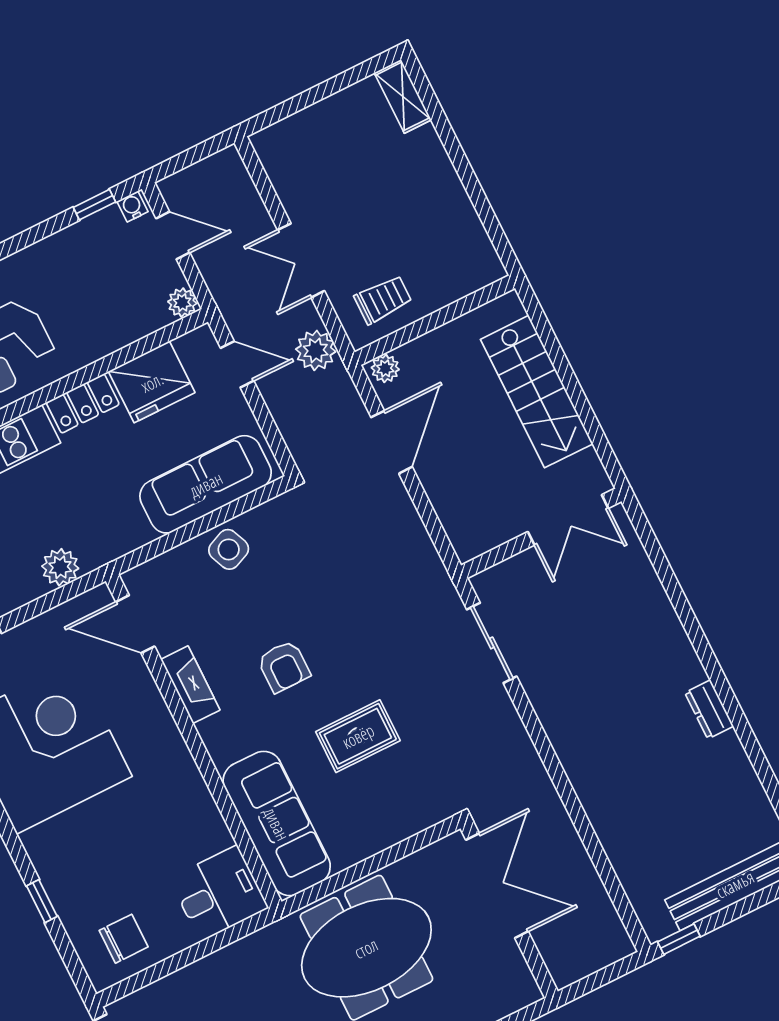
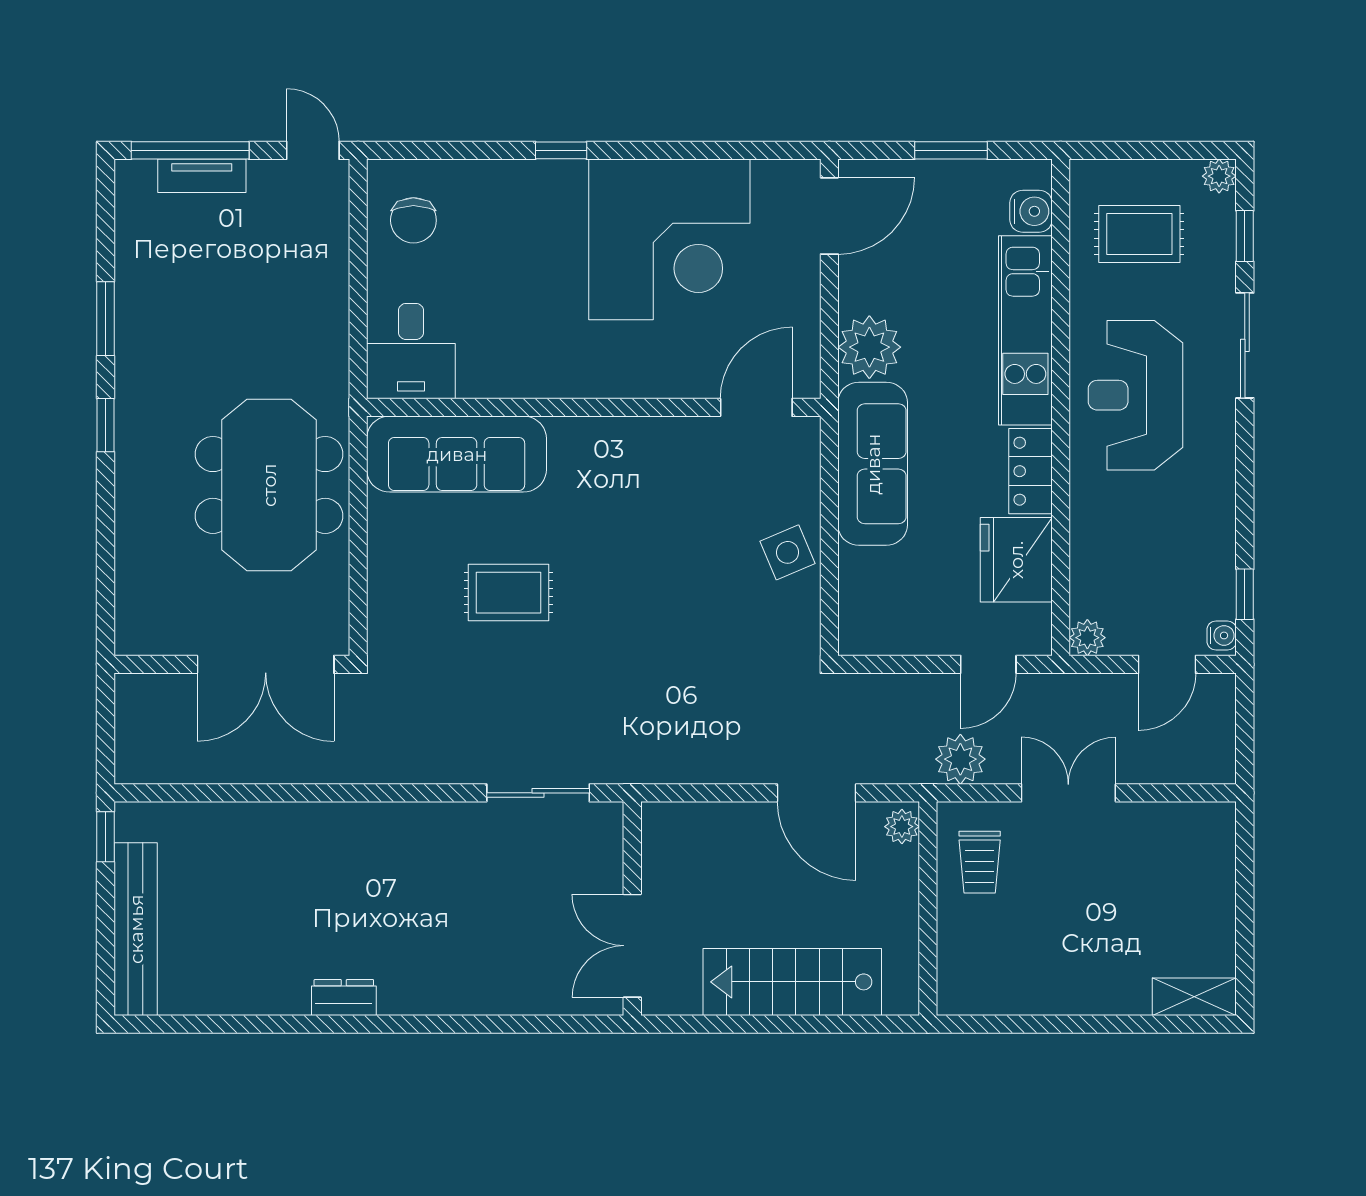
sofa: (206, 484) -> (873, 464), moved
plant: (60, 567) -> (869, 347), width x1.36, depth x1.36
armchair: (284, 666) -> (627, 549), removed
fireplace: (190, 685) -> (659, 435), removed
rug: (358, 736) -> (509, 593), turned 90
window: (42, 901) -> (561, 150), moved

